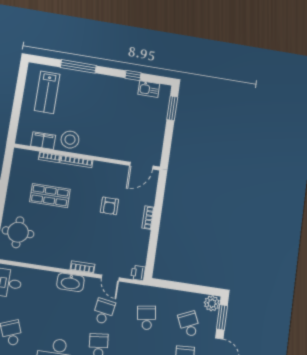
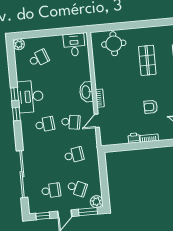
printer: (138, 273) -> (134, 138), moved
school desk: (189, 324) -> (77, 188), turned 48

